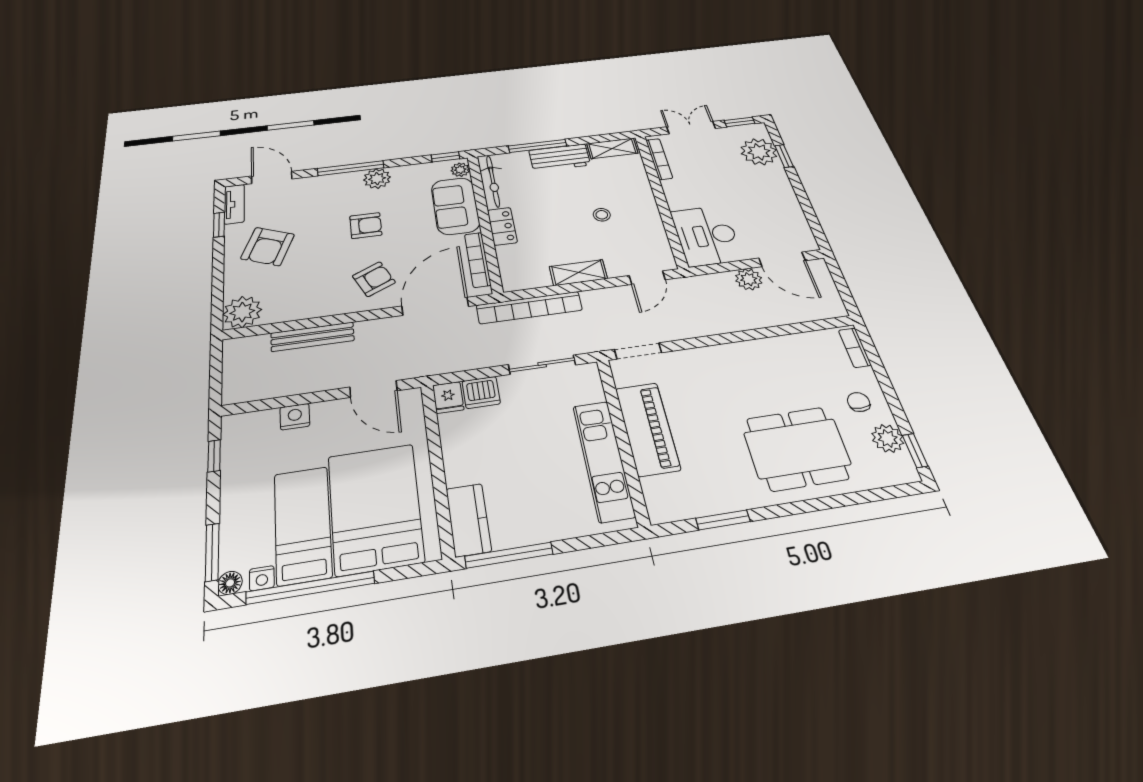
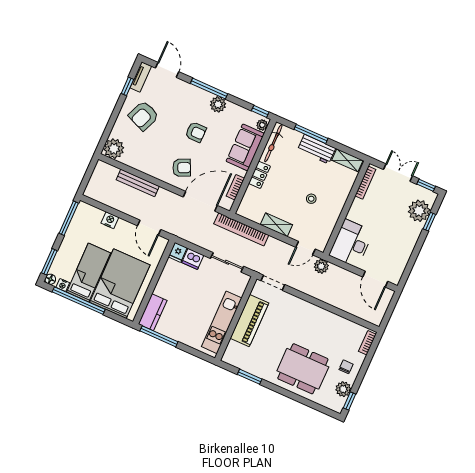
bookcase: (478, 260) -> (235, 187), width x0.64
plant: (749, 279) -> (321, 266), moved
window: (214, 456) -> (69, 218), width x2.17

